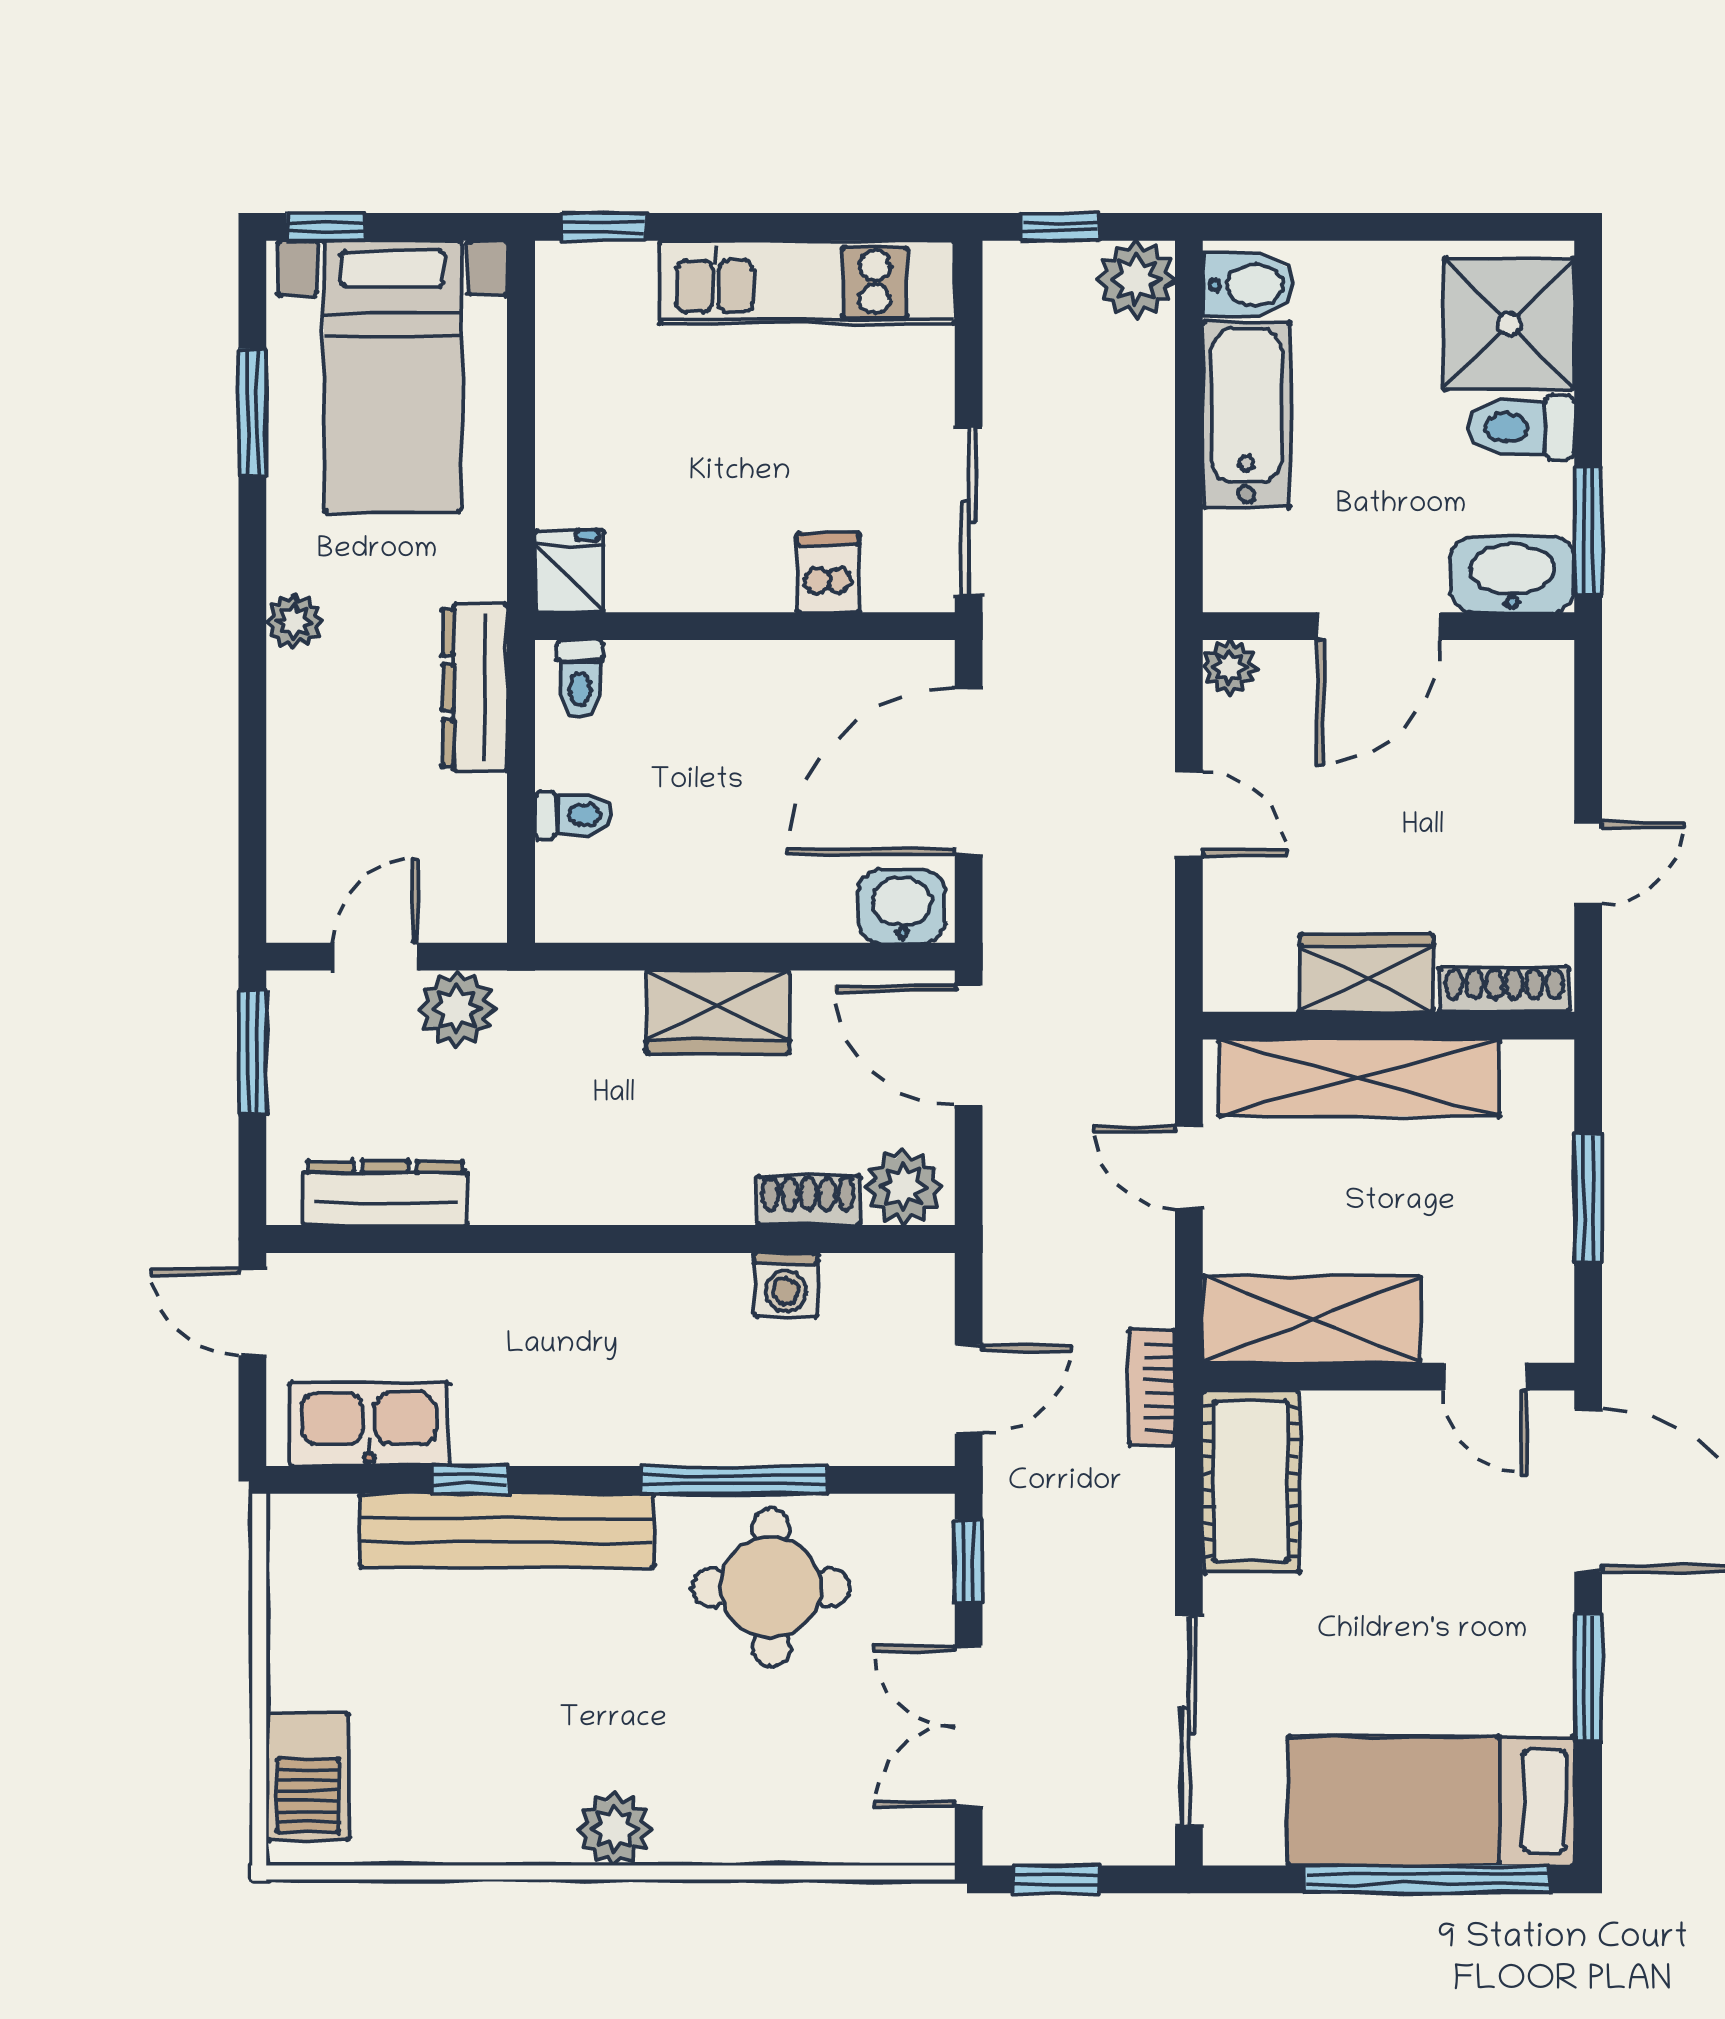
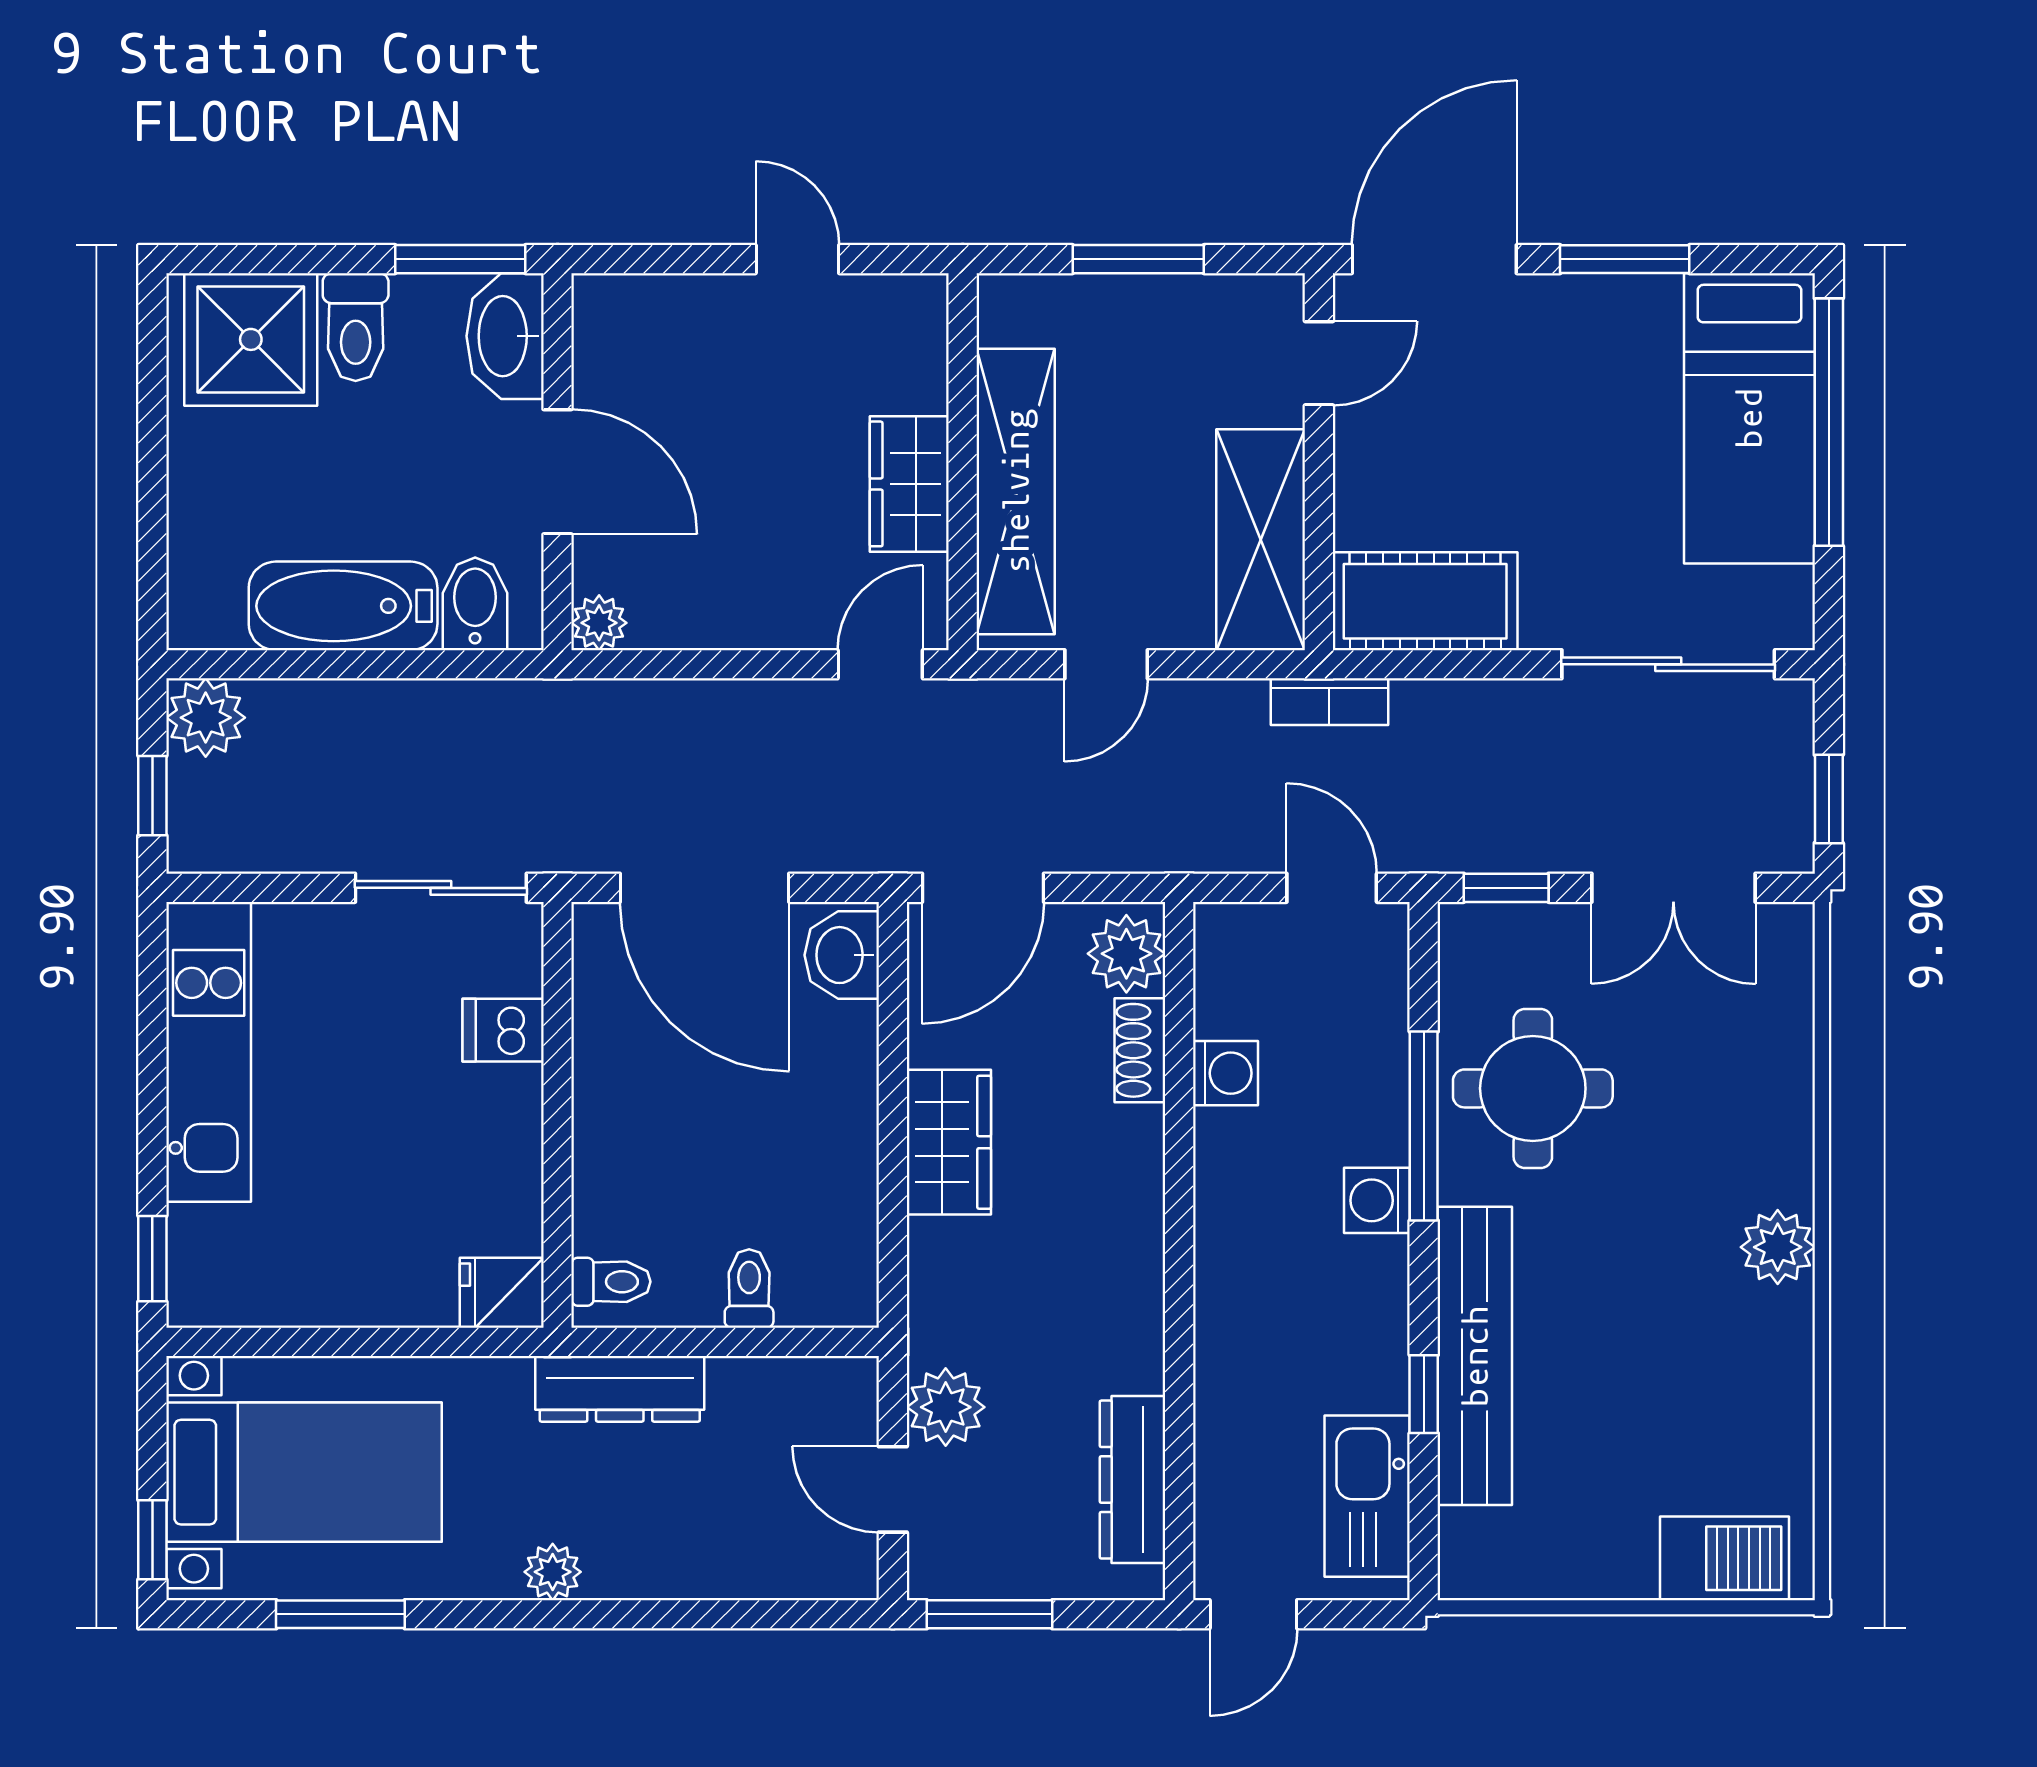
bidet: (1248, 285) -> (475, 604), moved
door: (1189, 814) -> (880, 664), moved
shoe rack: (1504, 990) -> (926, 344), removed
washing machine: (660, 1434) -> (1377, 1200), added

